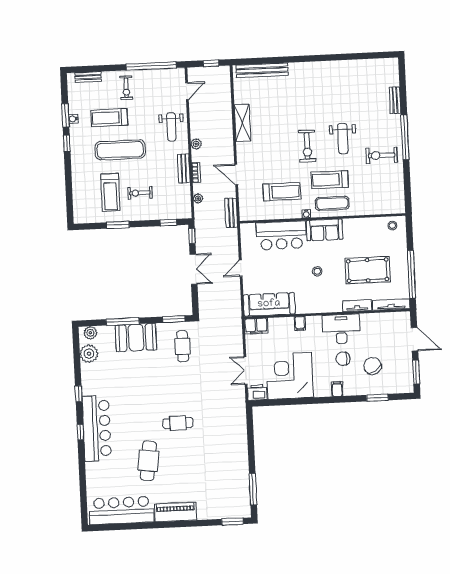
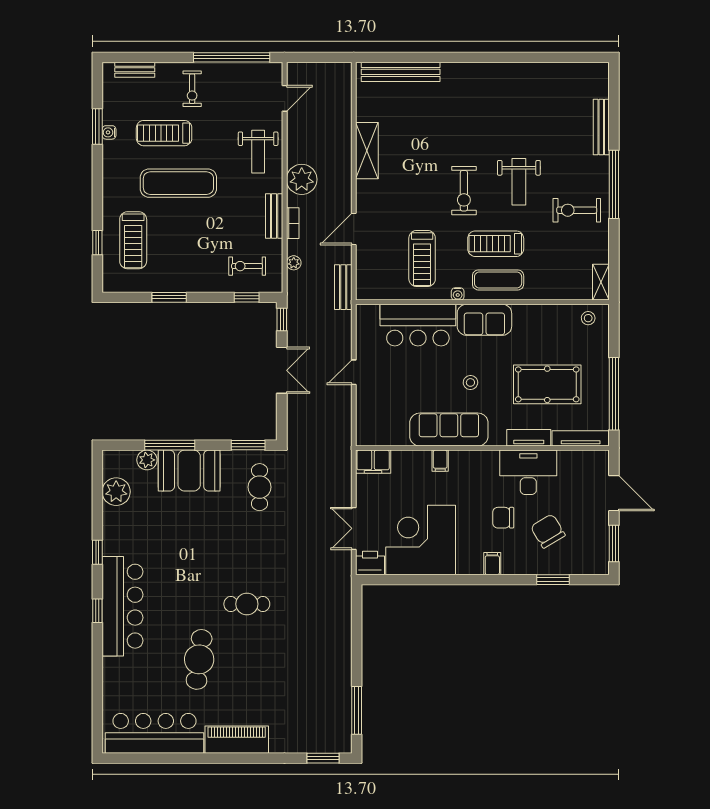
window: (211, 63) -> (323, 57), removed
bench: (395, 100) -> (601, 127), width x1.36
window: (67, 143) -> (97, 243), moved
plant: (196, 144) -> (302, 179), width x1.88, depth x1.88
door: (236, 174) -> (354, 229), hinge flipped
treadmill: (110, 192) -> (133, 240), moved
treadmill: (282, 192) -> (422, 259), turned 90
exercise bike: (140, 193) -> (247, 266), moved
shelving: (400, 202) -> (601, 282), added
sofa: (269, 304) -> (449, 430), moved
desk: (341, 329) -> (528, 472), moved
plant: (90, 333) -> (147, 460), moved

